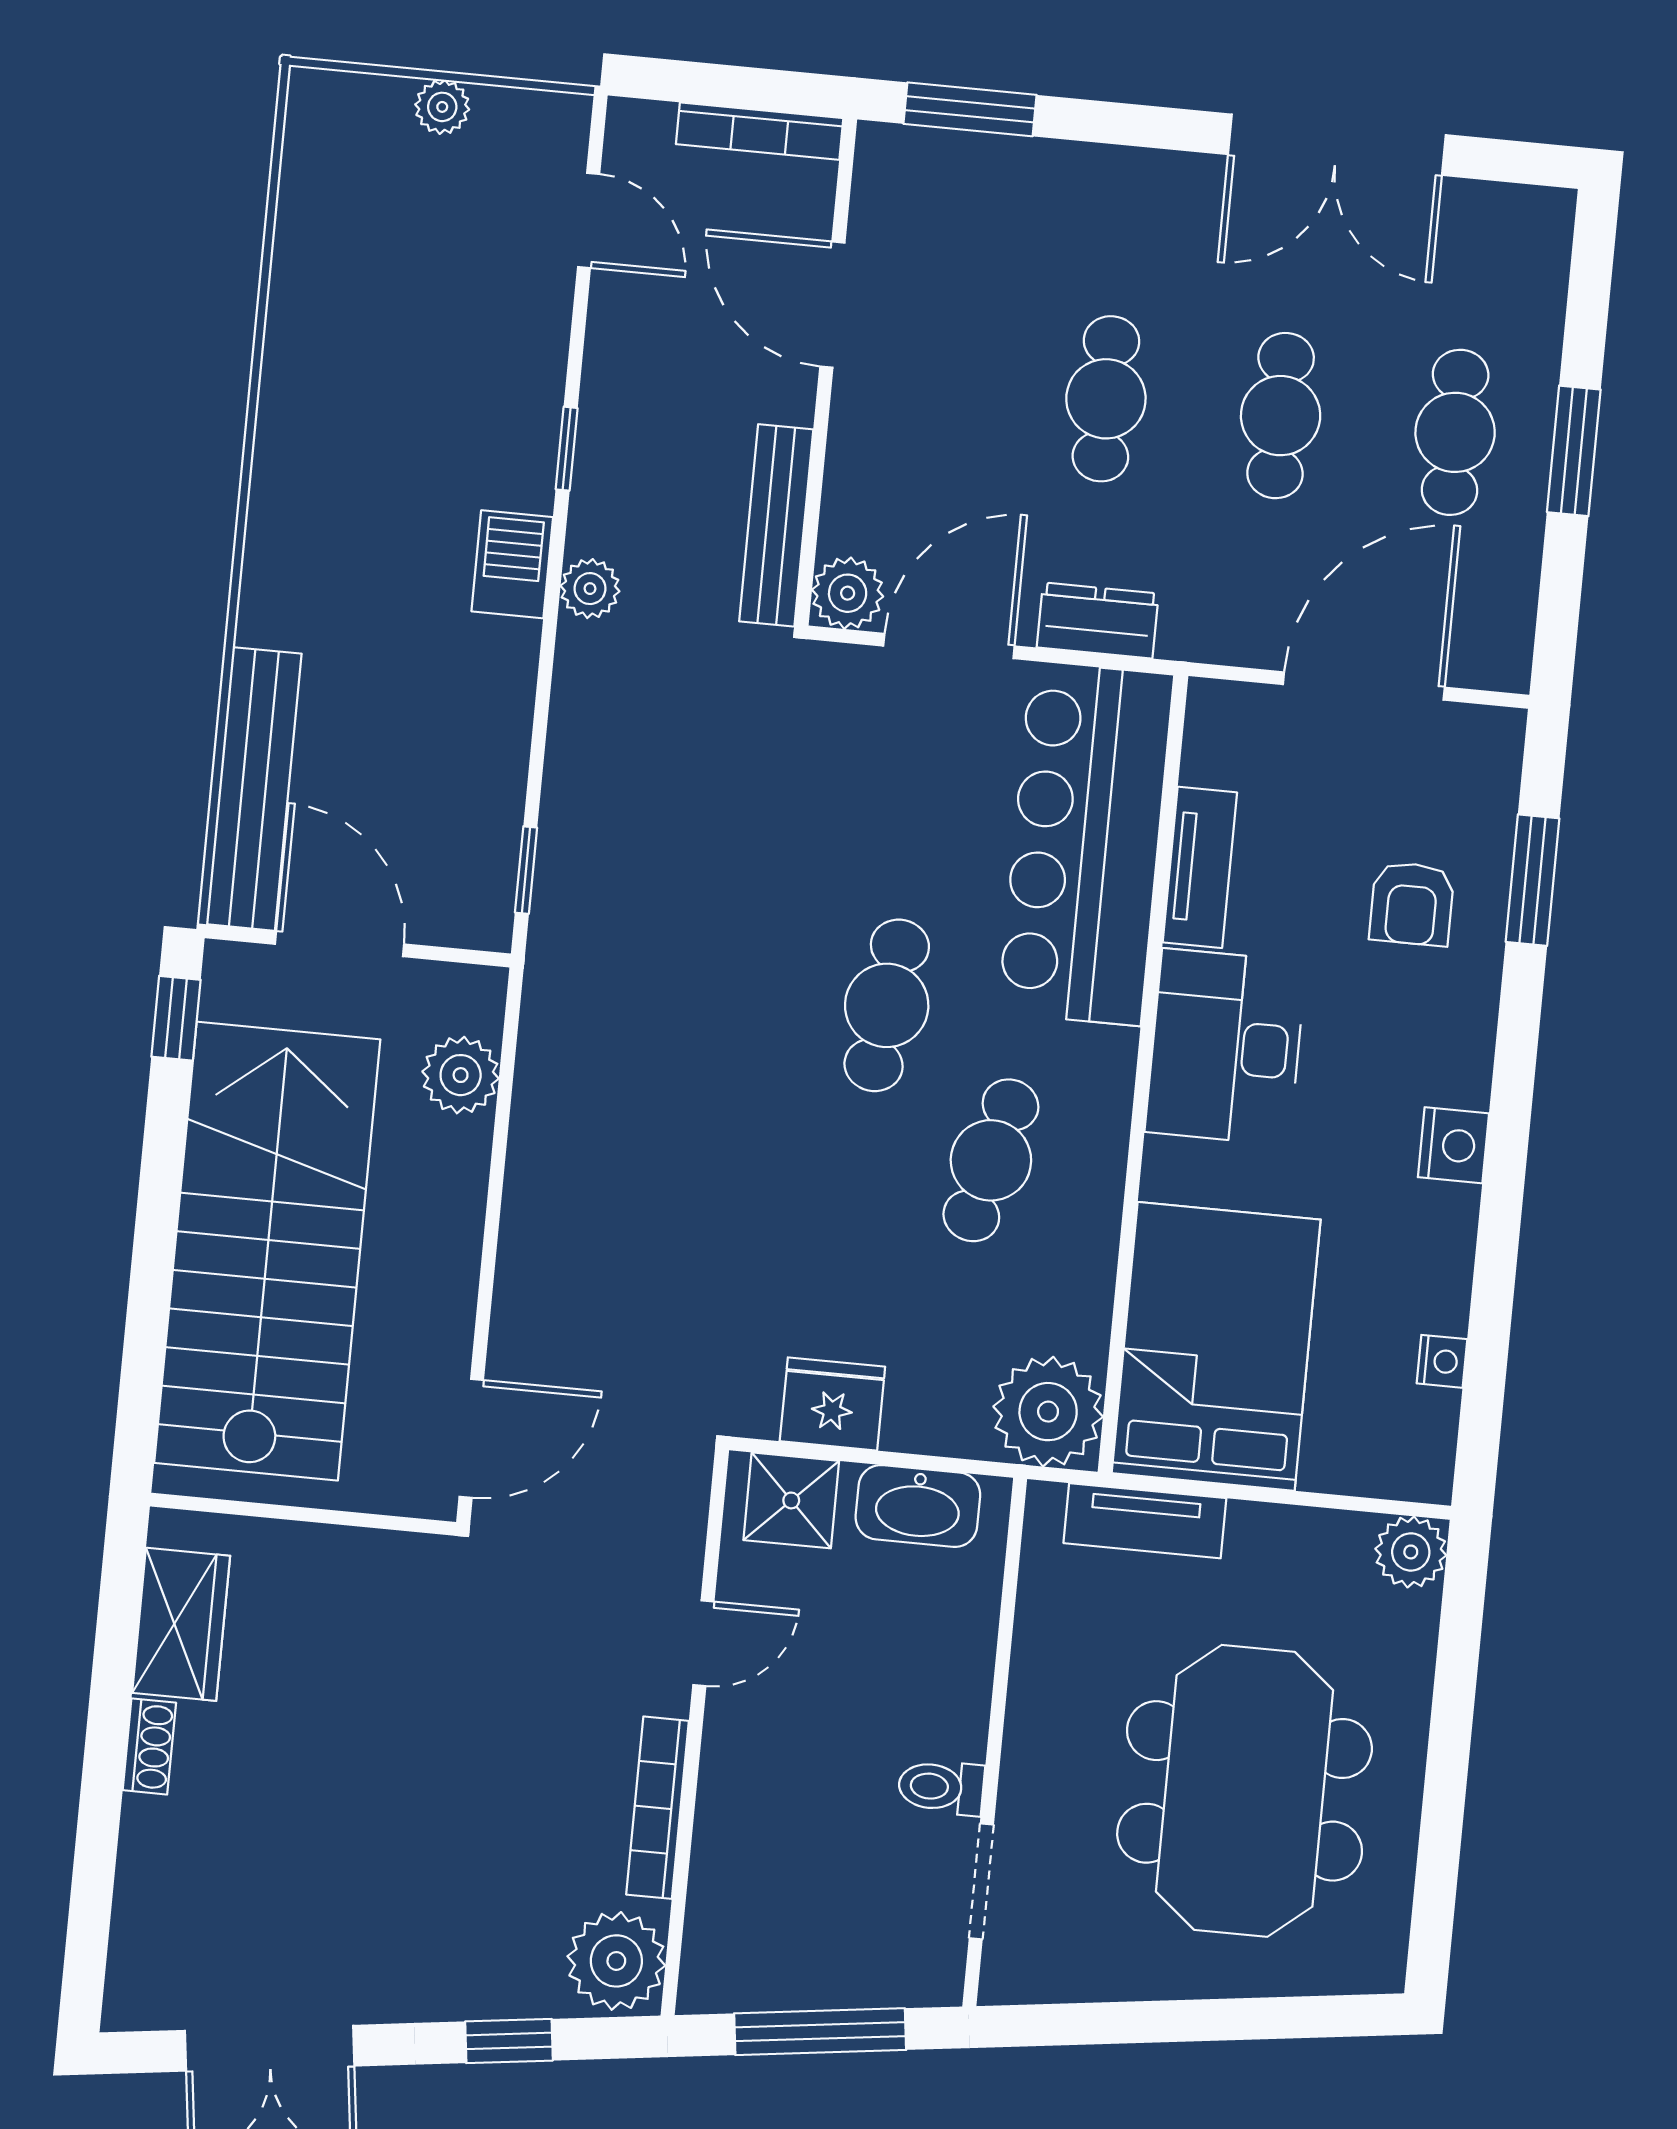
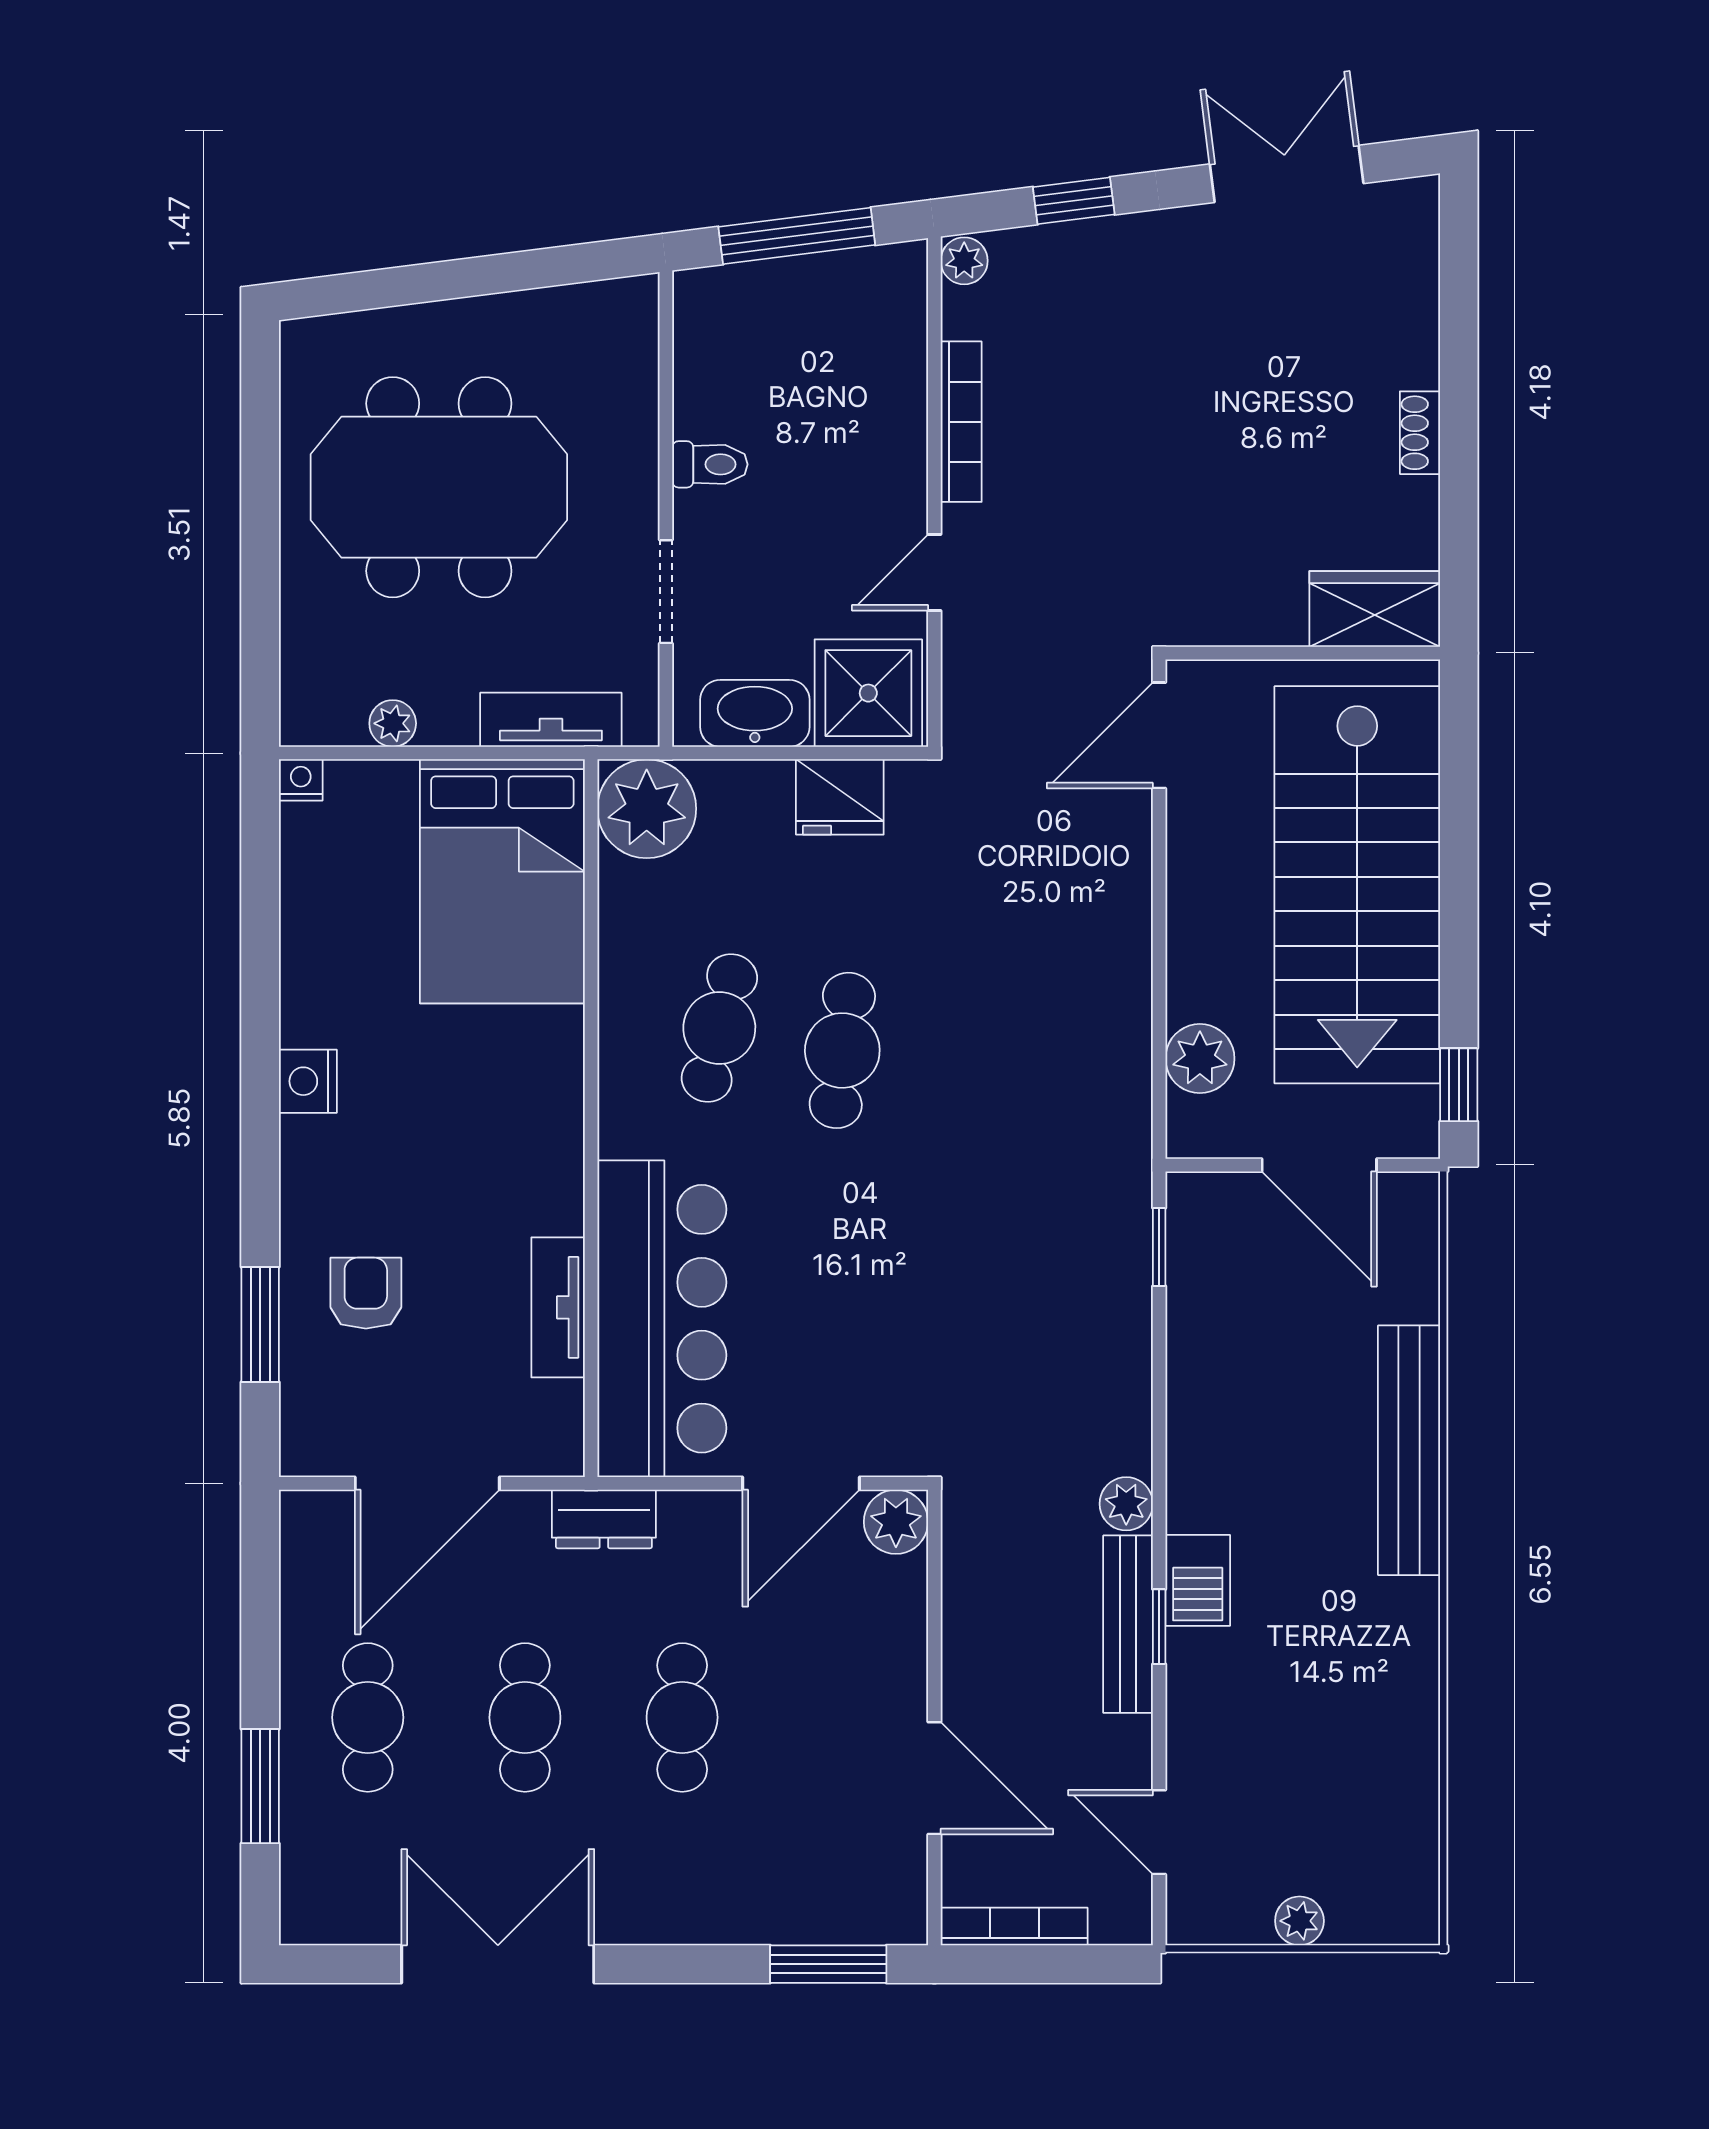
window: (1574, 451) -> (260, 1786), moved
bench: (776, 525) -> (1128, 1624), moved
barbecue: (512, 564) -> (1198, 1580), moved
dresser: (1098, 620) -> (604, 1519), moved
bench: (254, 789) -> (1409, 1450), moved
cafe table: (887, 1005) -> (842, 1050), moved
desk: (1226, 1047) -> (520, 1149), removed
nightstand: (1442, 1361) -> (301, 780), moved, turned 90
shower: (791, 1500) -> (868, 693), width x1.36, depth x1.36
plant: (1411, 1552) -> (393, 723), moved, width x0.73, depth x0.73
wardrobe: (181, 1624) -> (1375, 609), moved, turned 90
meeting table: (1245, 1791) -> (439, 487), turned 90
doorway: (981, 1881) -> (666, 592), moved
plant: (616, 1961) -> (964, 261), width x0.53, depth x0.53

